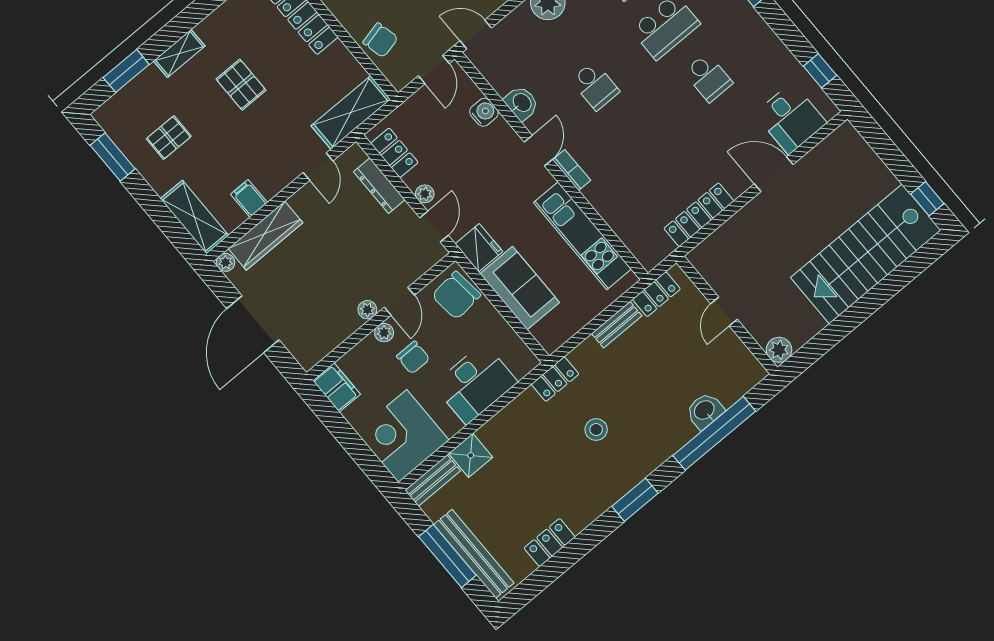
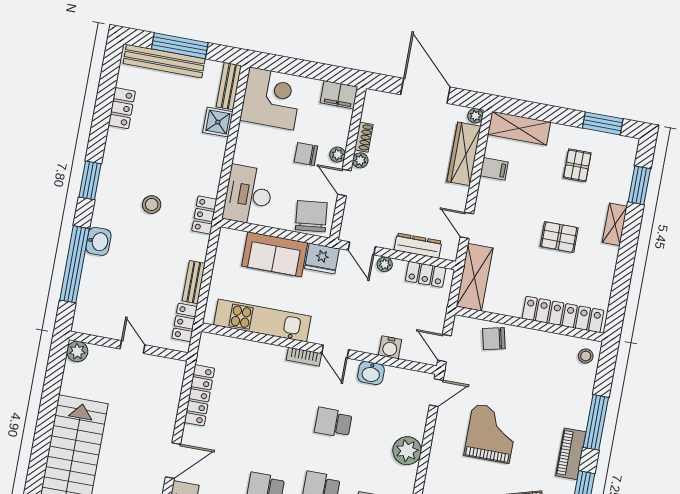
shoe rack: (346, 329) -> (364, 137), added
desk: (475, 383) -> (248, 195), moved
washbasin: (705, 411) -> (98, 241), moved

